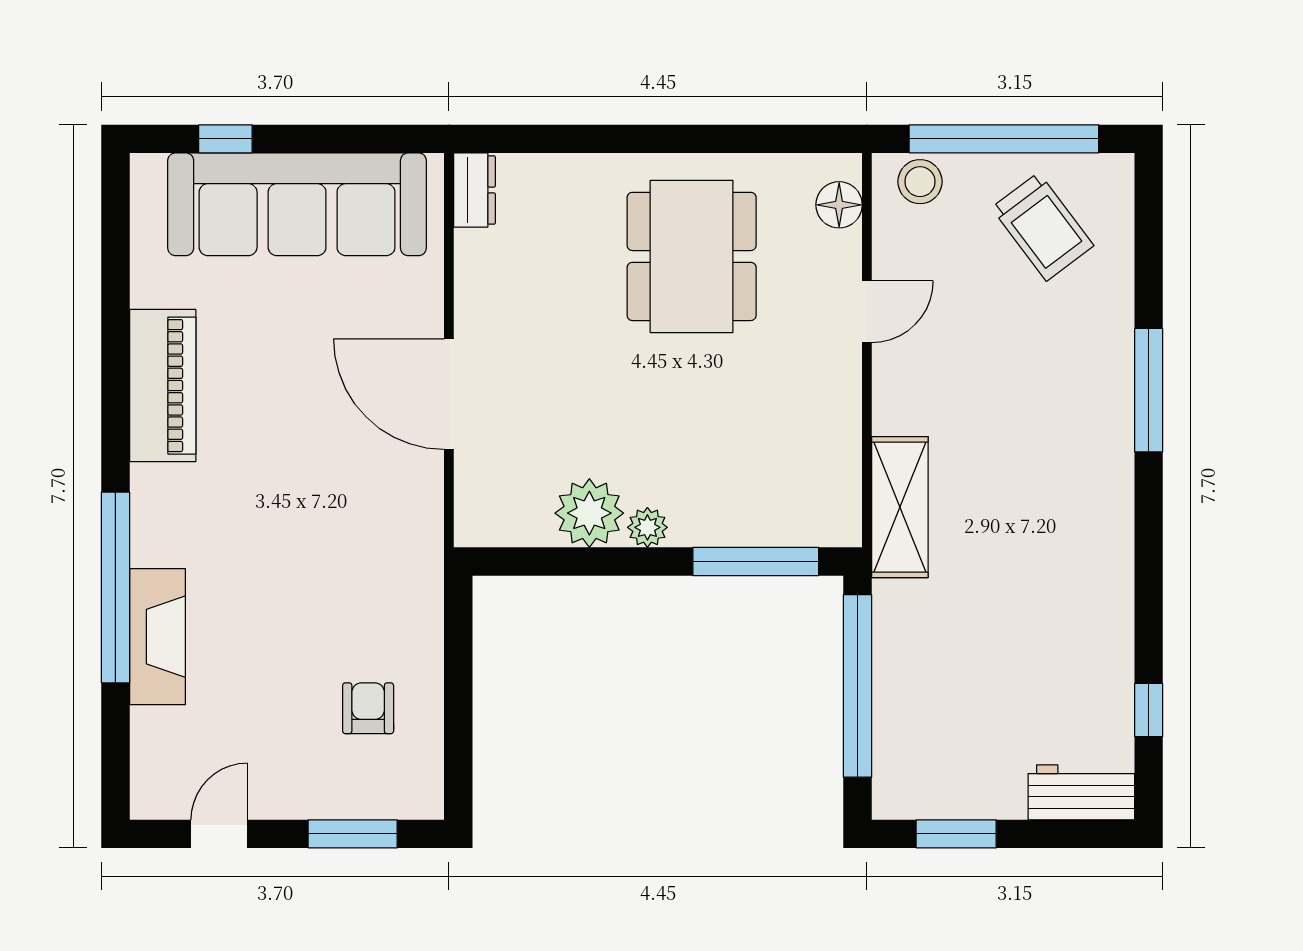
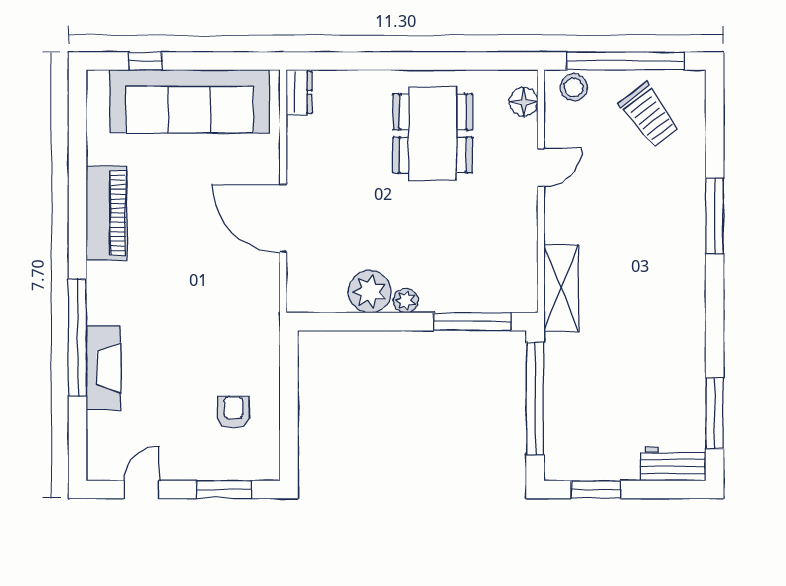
window: (1149, 710) -> (715, 413), width x2.17

